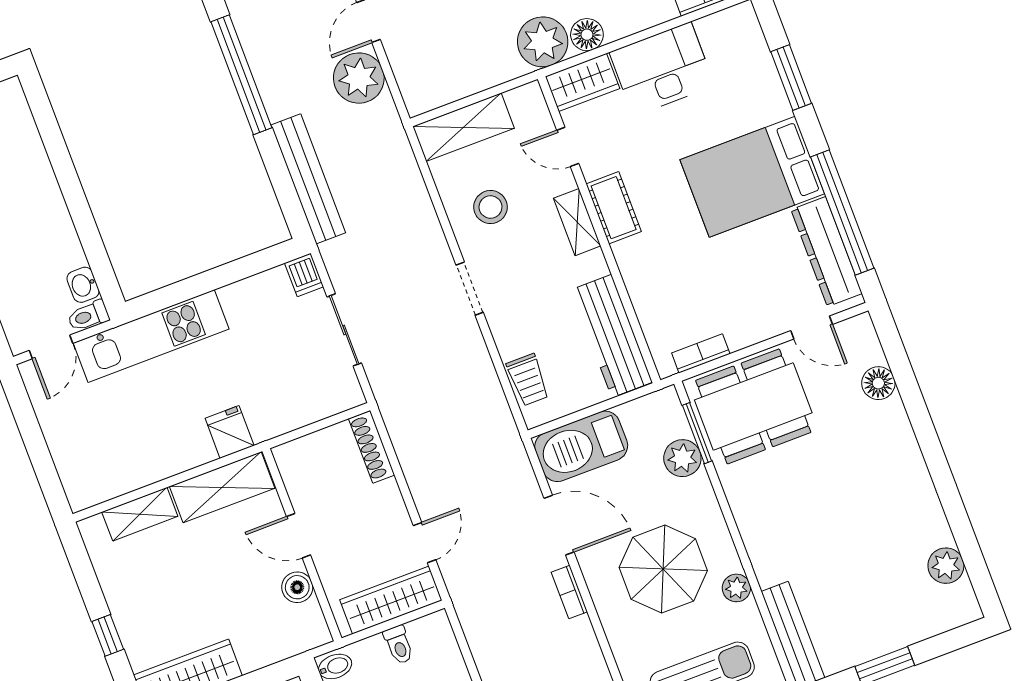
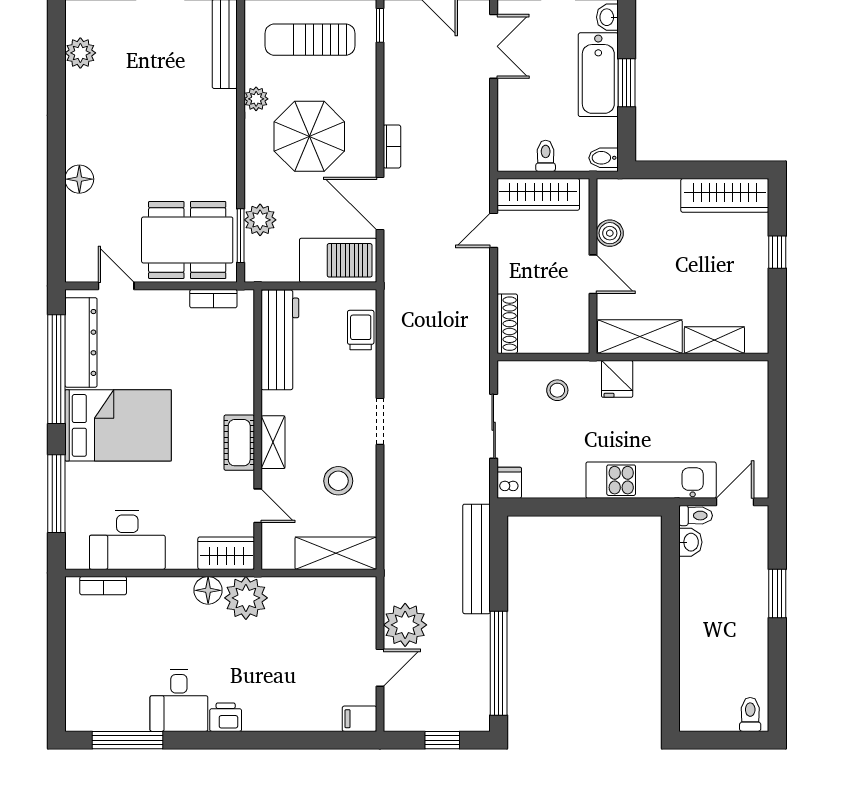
desk: (662, 69) -> (127, 540), moved
window: (791, 77) -> (56, 494), width x1.44
floor lamp: (878, 383) -> (79, 179), moved
stool: (290, 395) -> (557, 390), added

